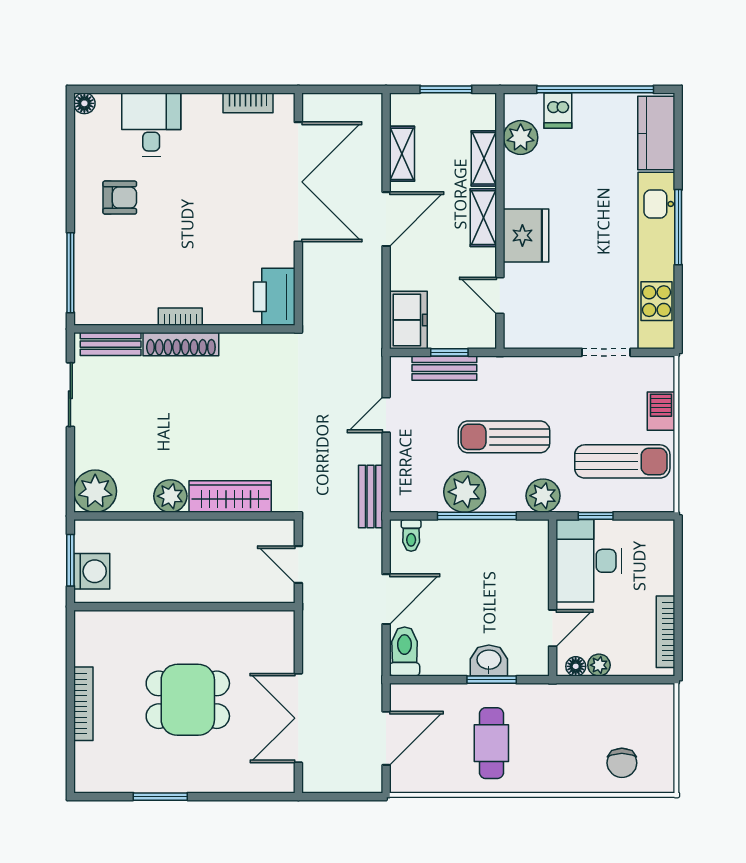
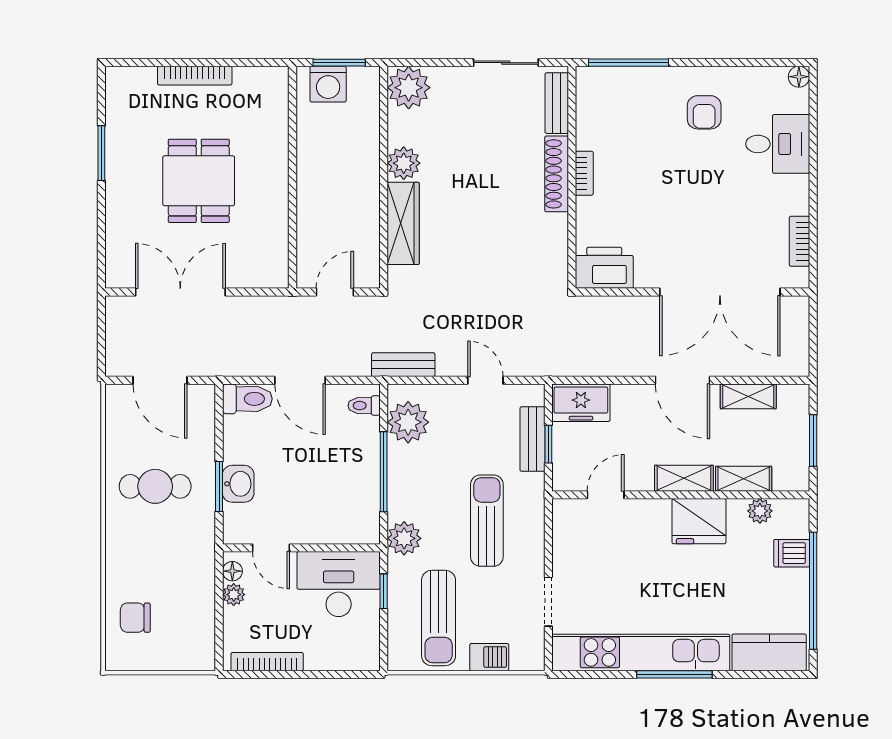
plant: (521, 137) -> (760, 511), width x0.73, depth x0.73
fridge: (526, 235) -> (699, 521), moved
sun lounger: (504, 437) -> (487, 521), moved
plant: (465, 492) -> (408, 422), moved

